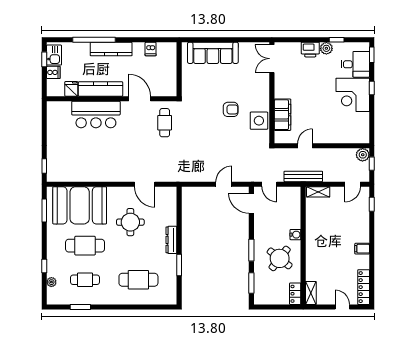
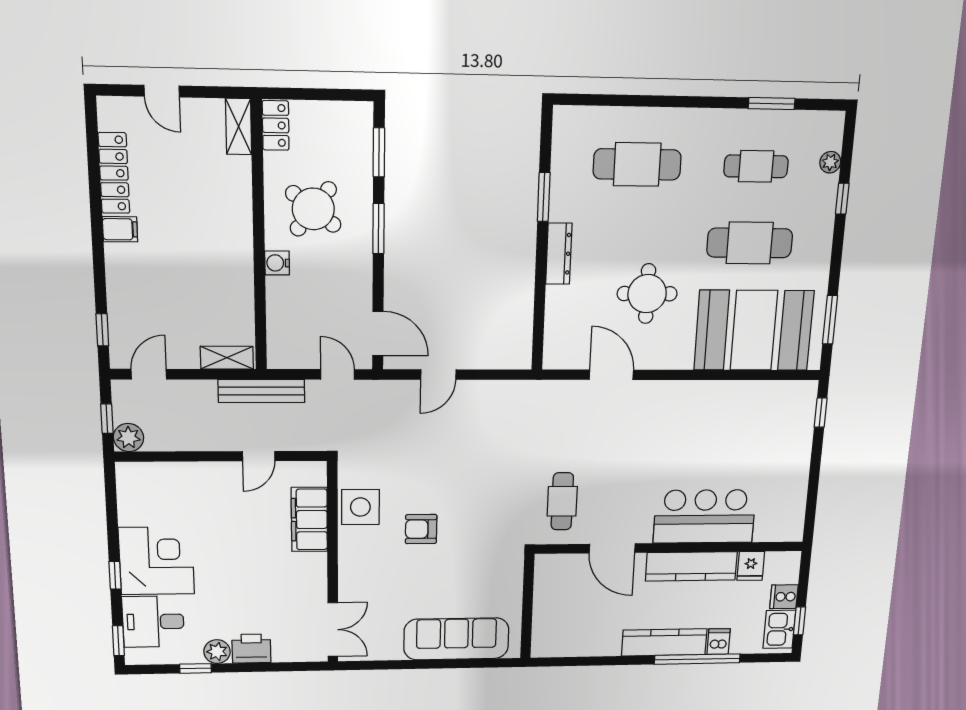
dishwasher: (151, 49) -> (719, 642), moved
locker: (364, 287) -> (114, 173), moved

